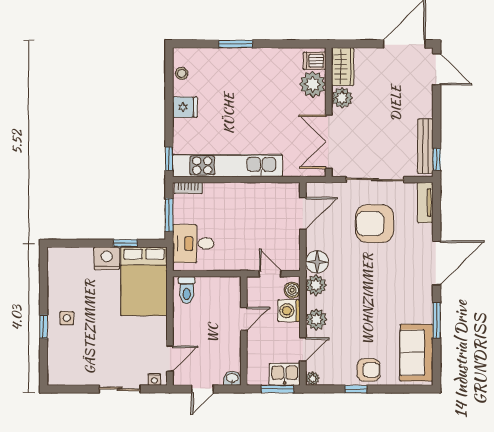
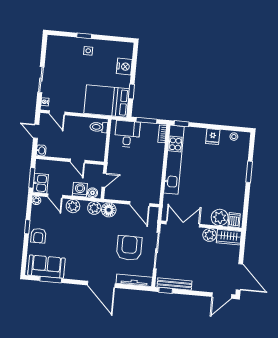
tv unit: (425, 203) -> (134, 280), width x1.41
nightstand: (107, 258) -> (124, 67), moved
window: (437, 320) -> (51, 280), moved

